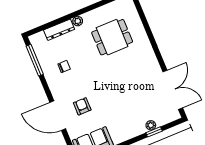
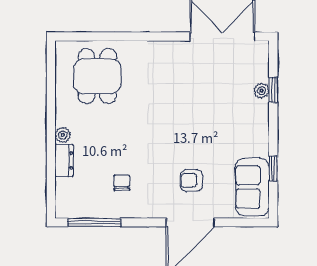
dresser: (59, 30) -> (64, 161), width x0.70
dining table: (112, 37) -> (97, 76), moved

